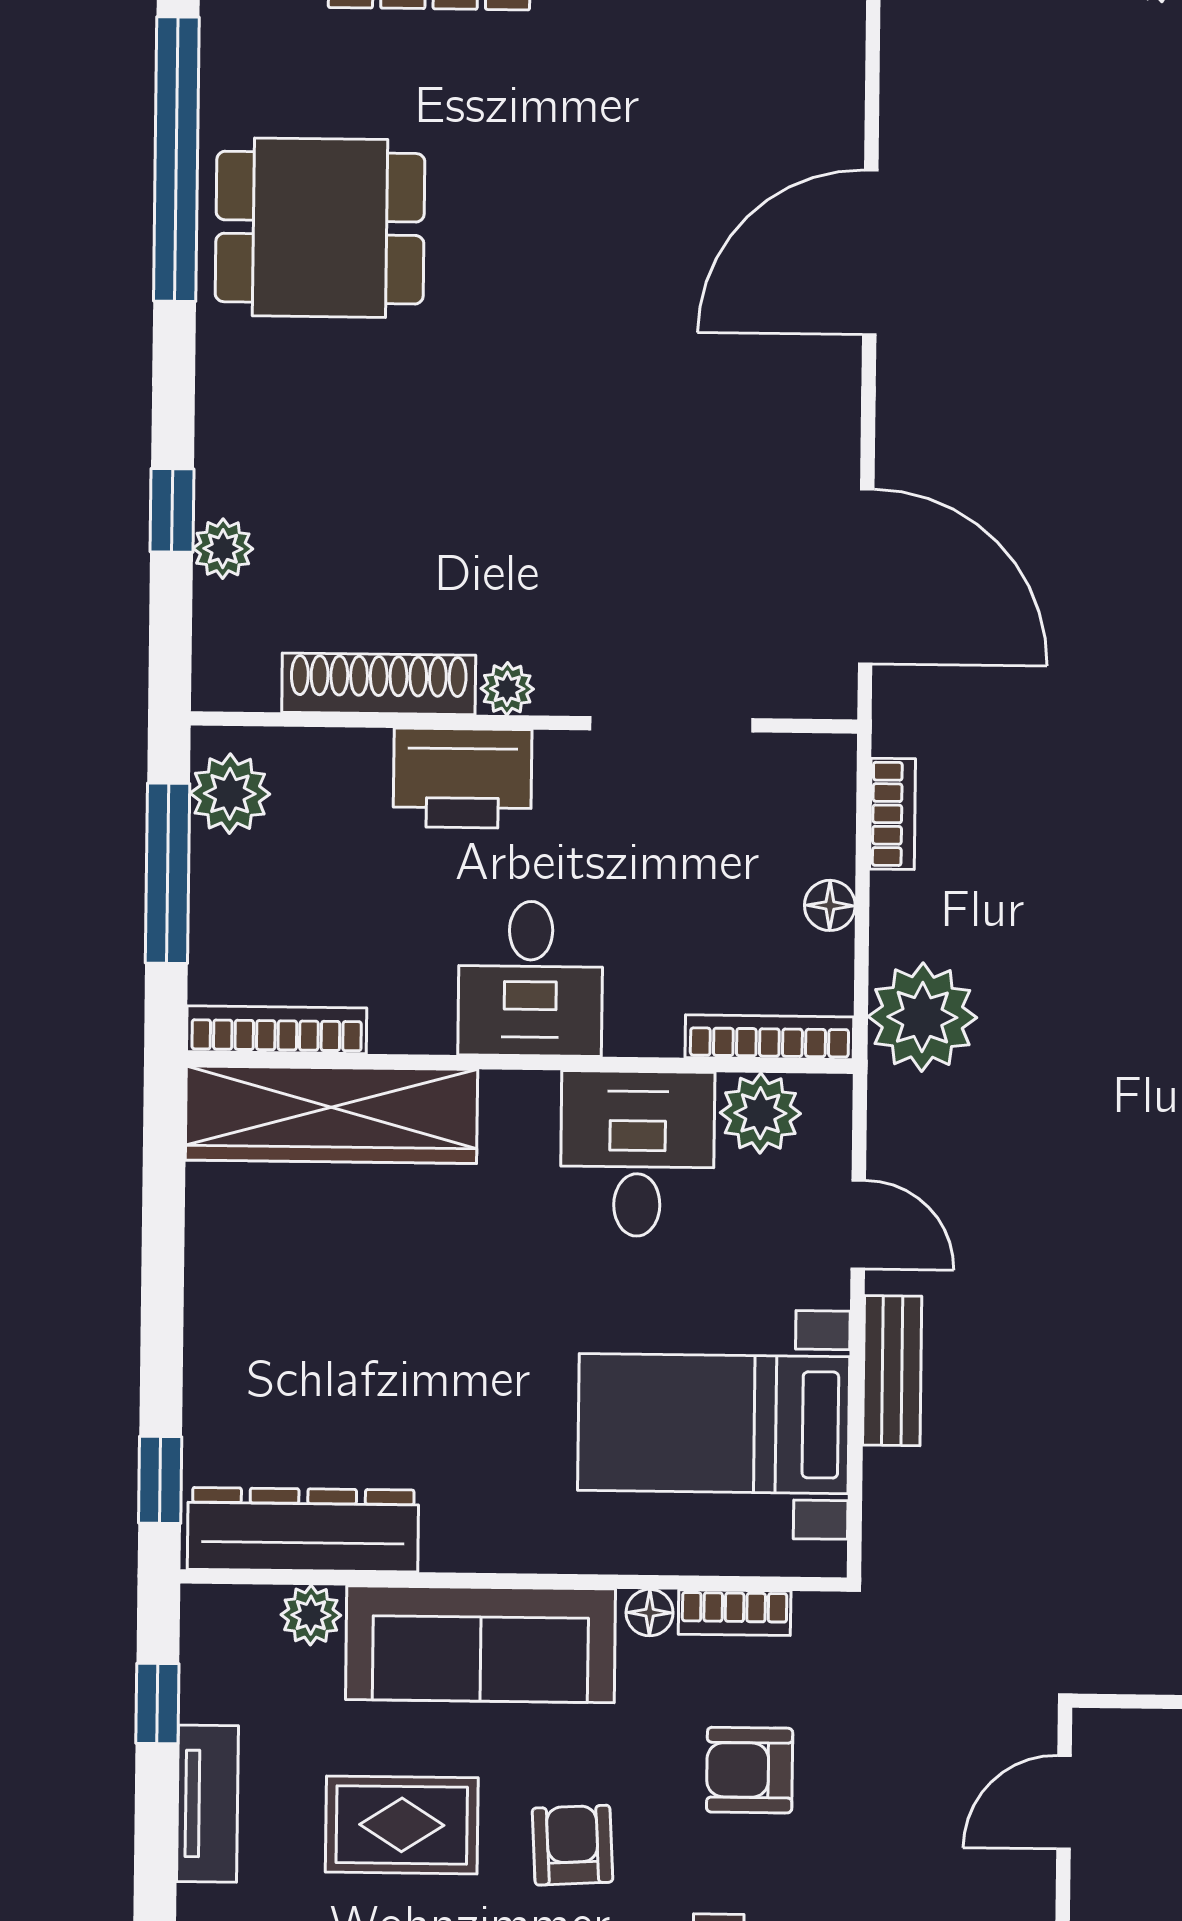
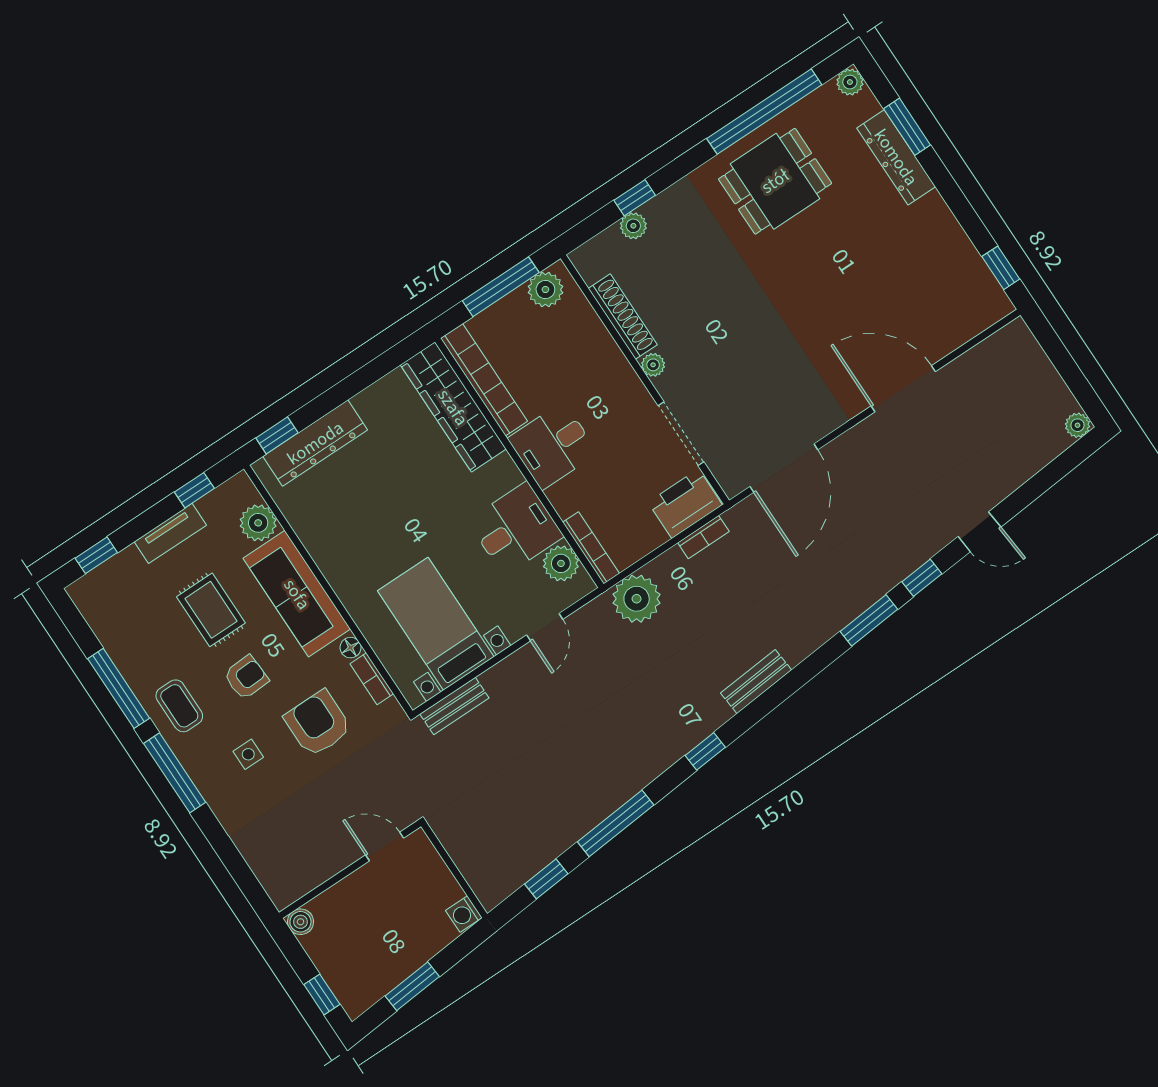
dining table: (320, 228) -> (775, 181), turned 90
printer: (463, 778) -> (685, 504), moved, turned 90
floor lamp: (830, 905) -> (654, 537), removed
bookcase: (277, 1030) -> (484, 380), width x1.48, depth x1.31
bench: (892, 1371) -> (454, 706), moved
dresser: (303, 1530) -> (315, 443), moved, turned 90
plant: (311, 1615) -> (258, 523), width x1.38, depth x1.38
armchair: (750, 1770) -> (318, 723), width x1.38, depth x1.38

